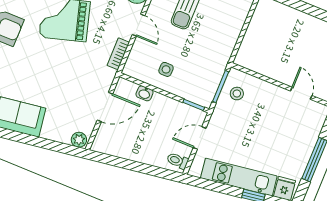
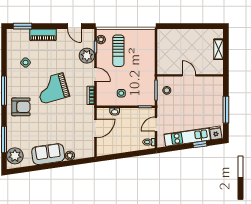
door: (301, 93) -> (189, 75), moved
plant: (79, 140) -> (70, 156), moved

